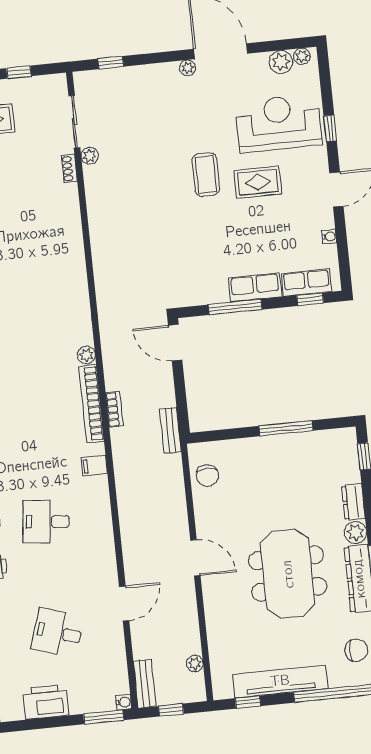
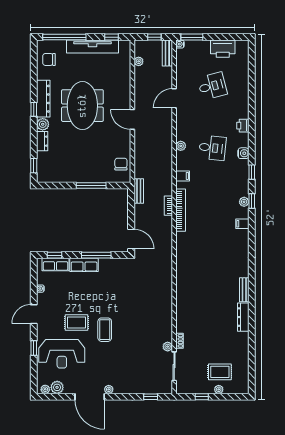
plant: (86, 355) -> (181, 146), moved
window: (286, 428) -> (91, 186), moved
desk: (58, 633) -> (212, 86), turned -33

